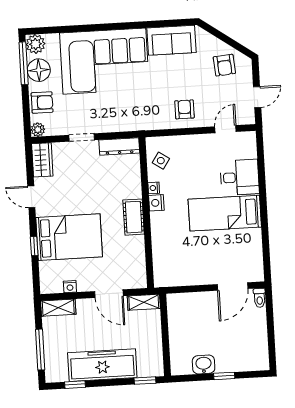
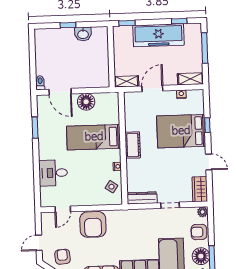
door: (257, 97) -> (39, 243), moved
armchair: (184, 109) -> (93, 224), width x1.88, depth x1.88
nightstand: (156, 203) -> (115, 155), removed
bed: (225, 213) -> (94, 137), moved, turned 180
window: (265, 238) -> (35, 128), added
floor lamp: (197, 274) -> (86, 102), added
door: (233, 287) -> (60, 92), swing flipped
door: (109, 294) -> (152, 88), hinge flipped

